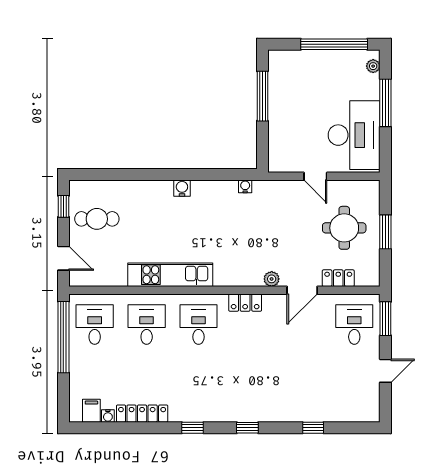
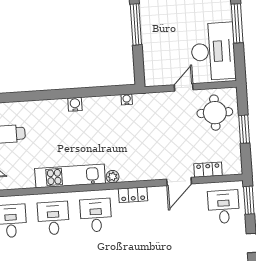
door: (315, 176) -> (184, 87), swing flipped
round table: (344, 228) -> (215, 113), moved
plant: (272, 279) -> (113, 177), moved

